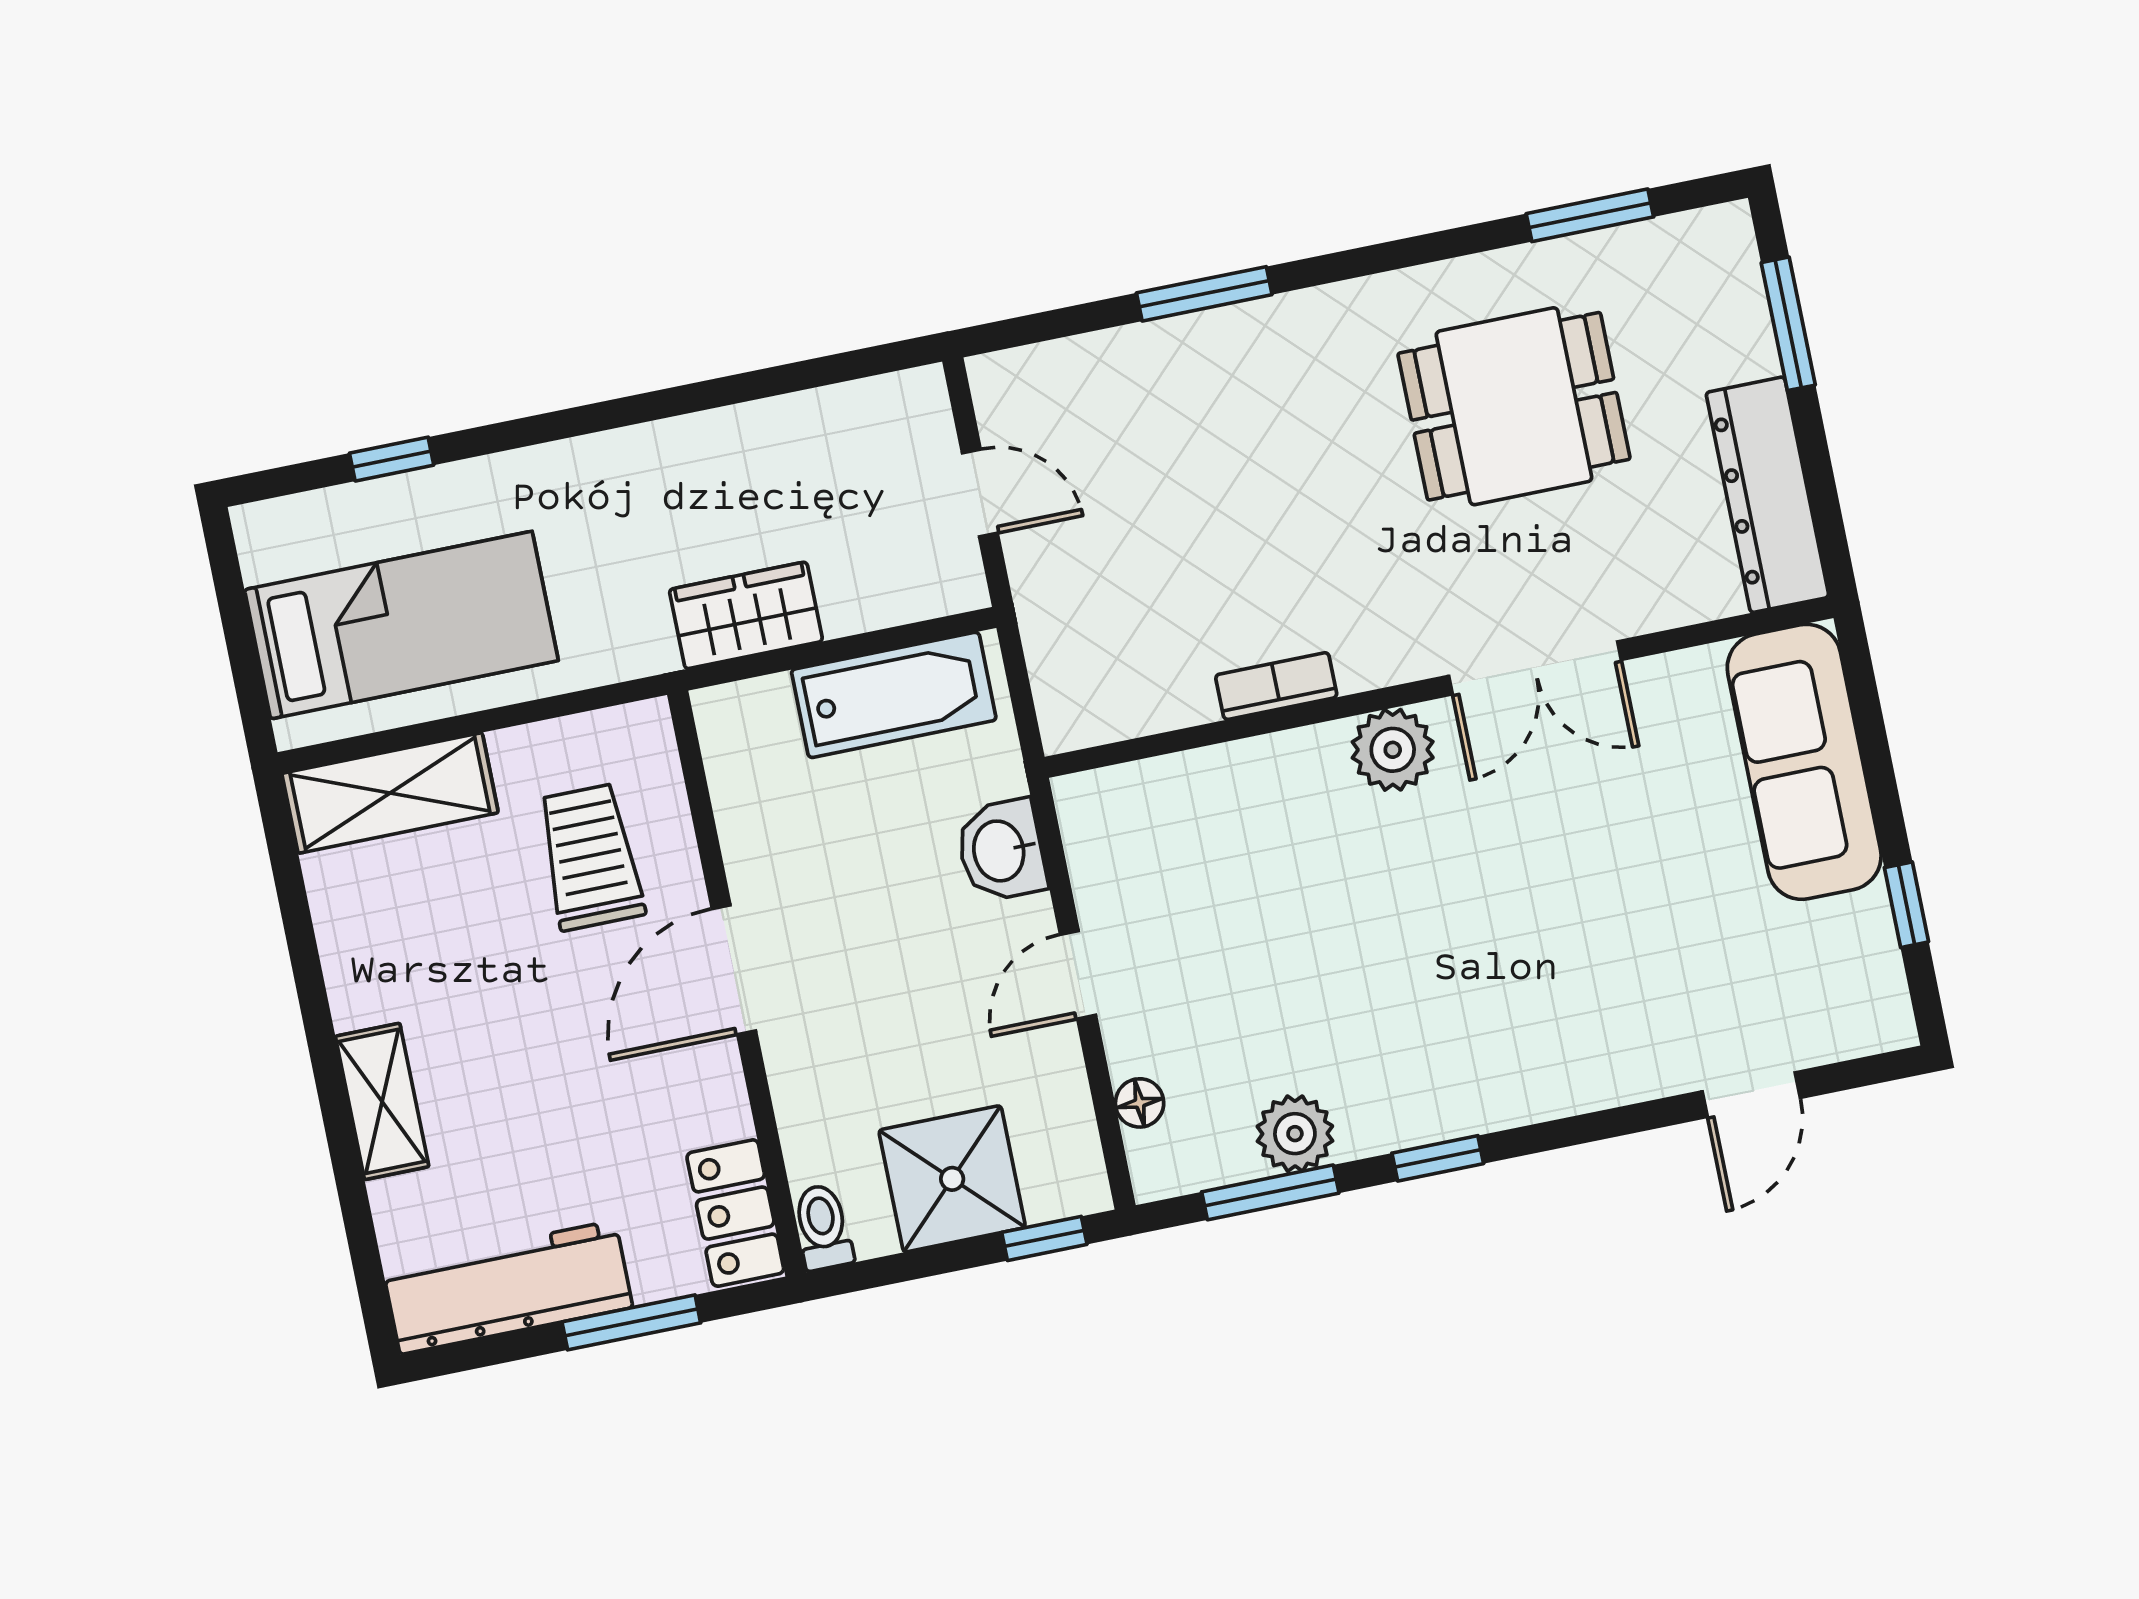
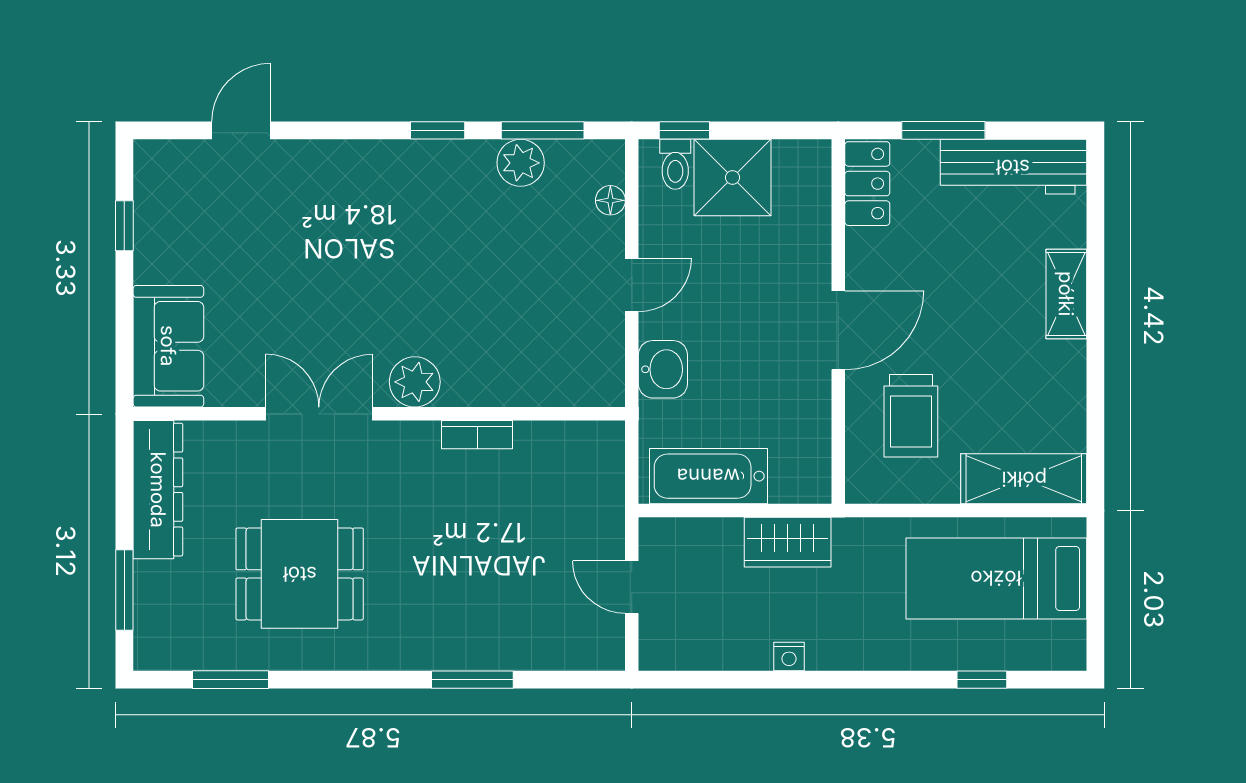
nightstand: (707, 433) -> (789, 657), added
sofa: (1804, 762) -> (168, 346), width x0.73
toilet: (823, 1227) -> (675, 164), moved

